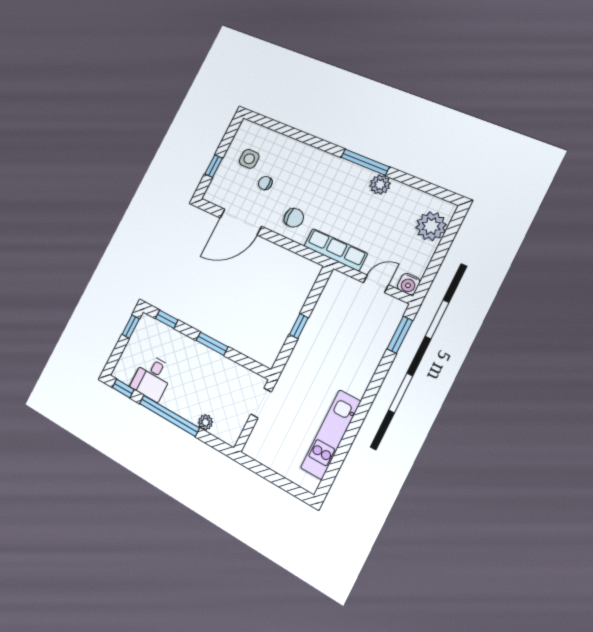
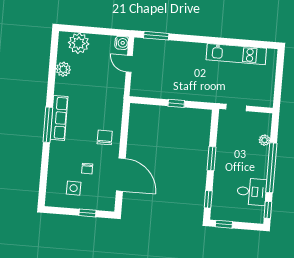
window: (365, 162) -> (48, 125), moved
plant: (380, 185) -> (63, 69), moved
row of seats: (336, 250) -> (59, 118), moved, turned 180

